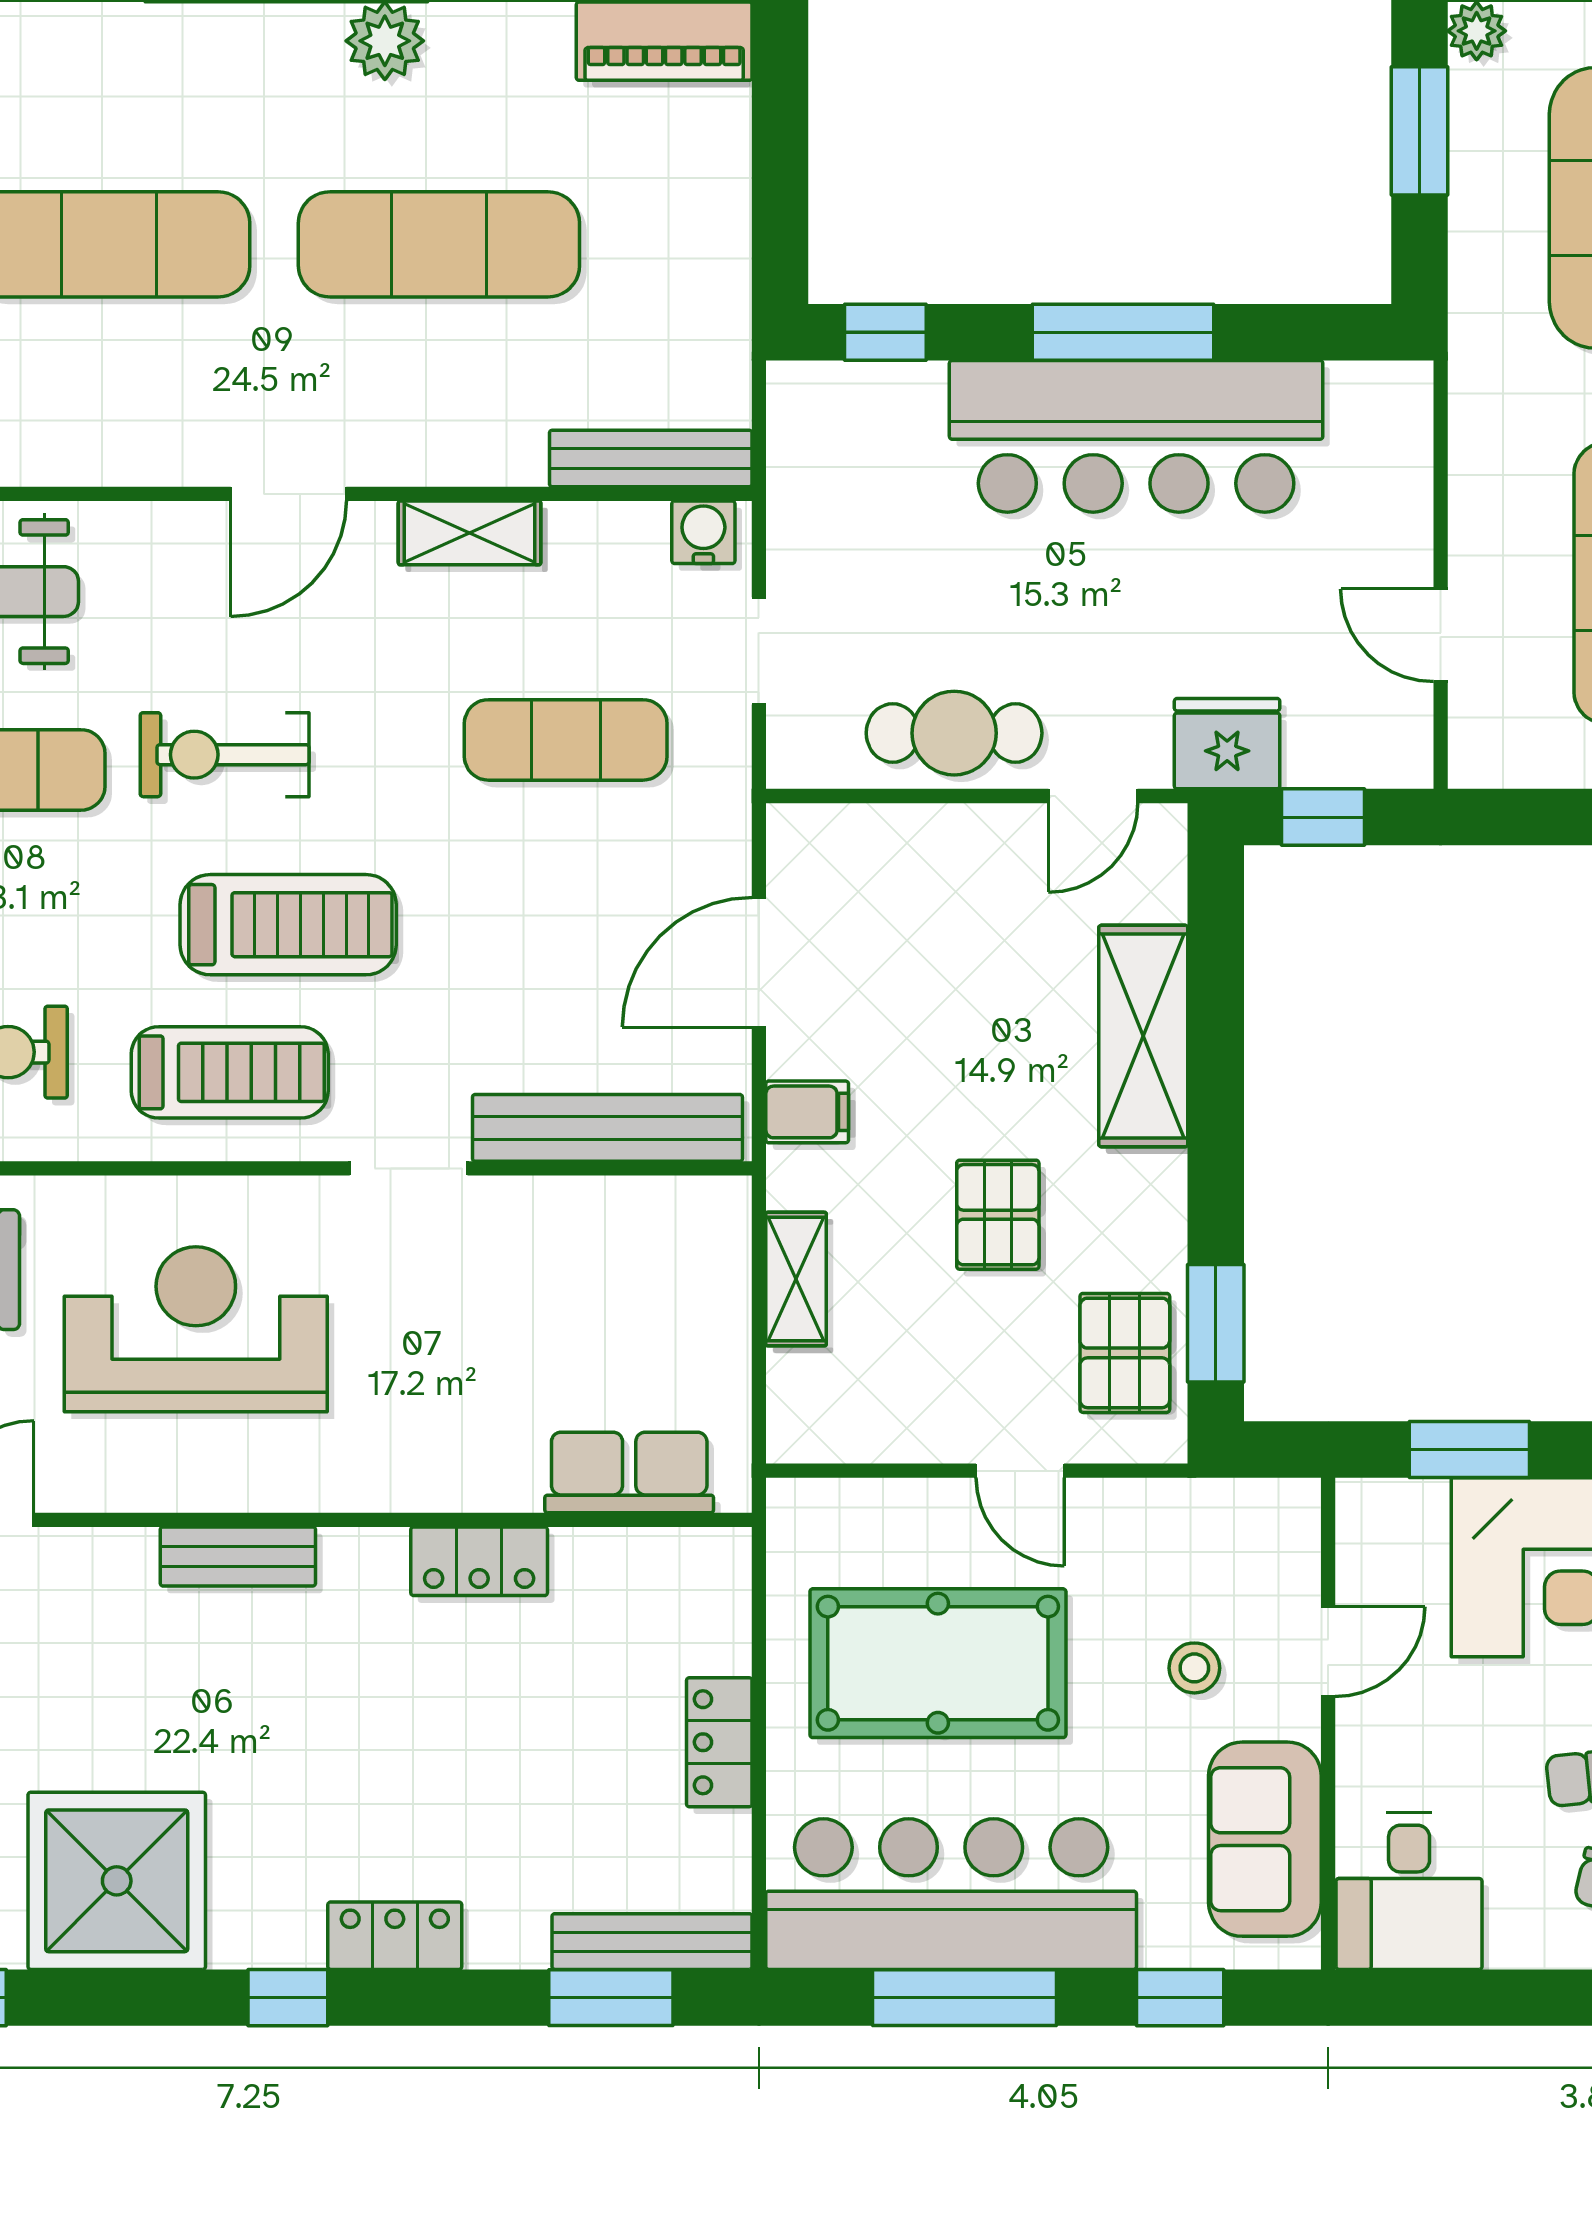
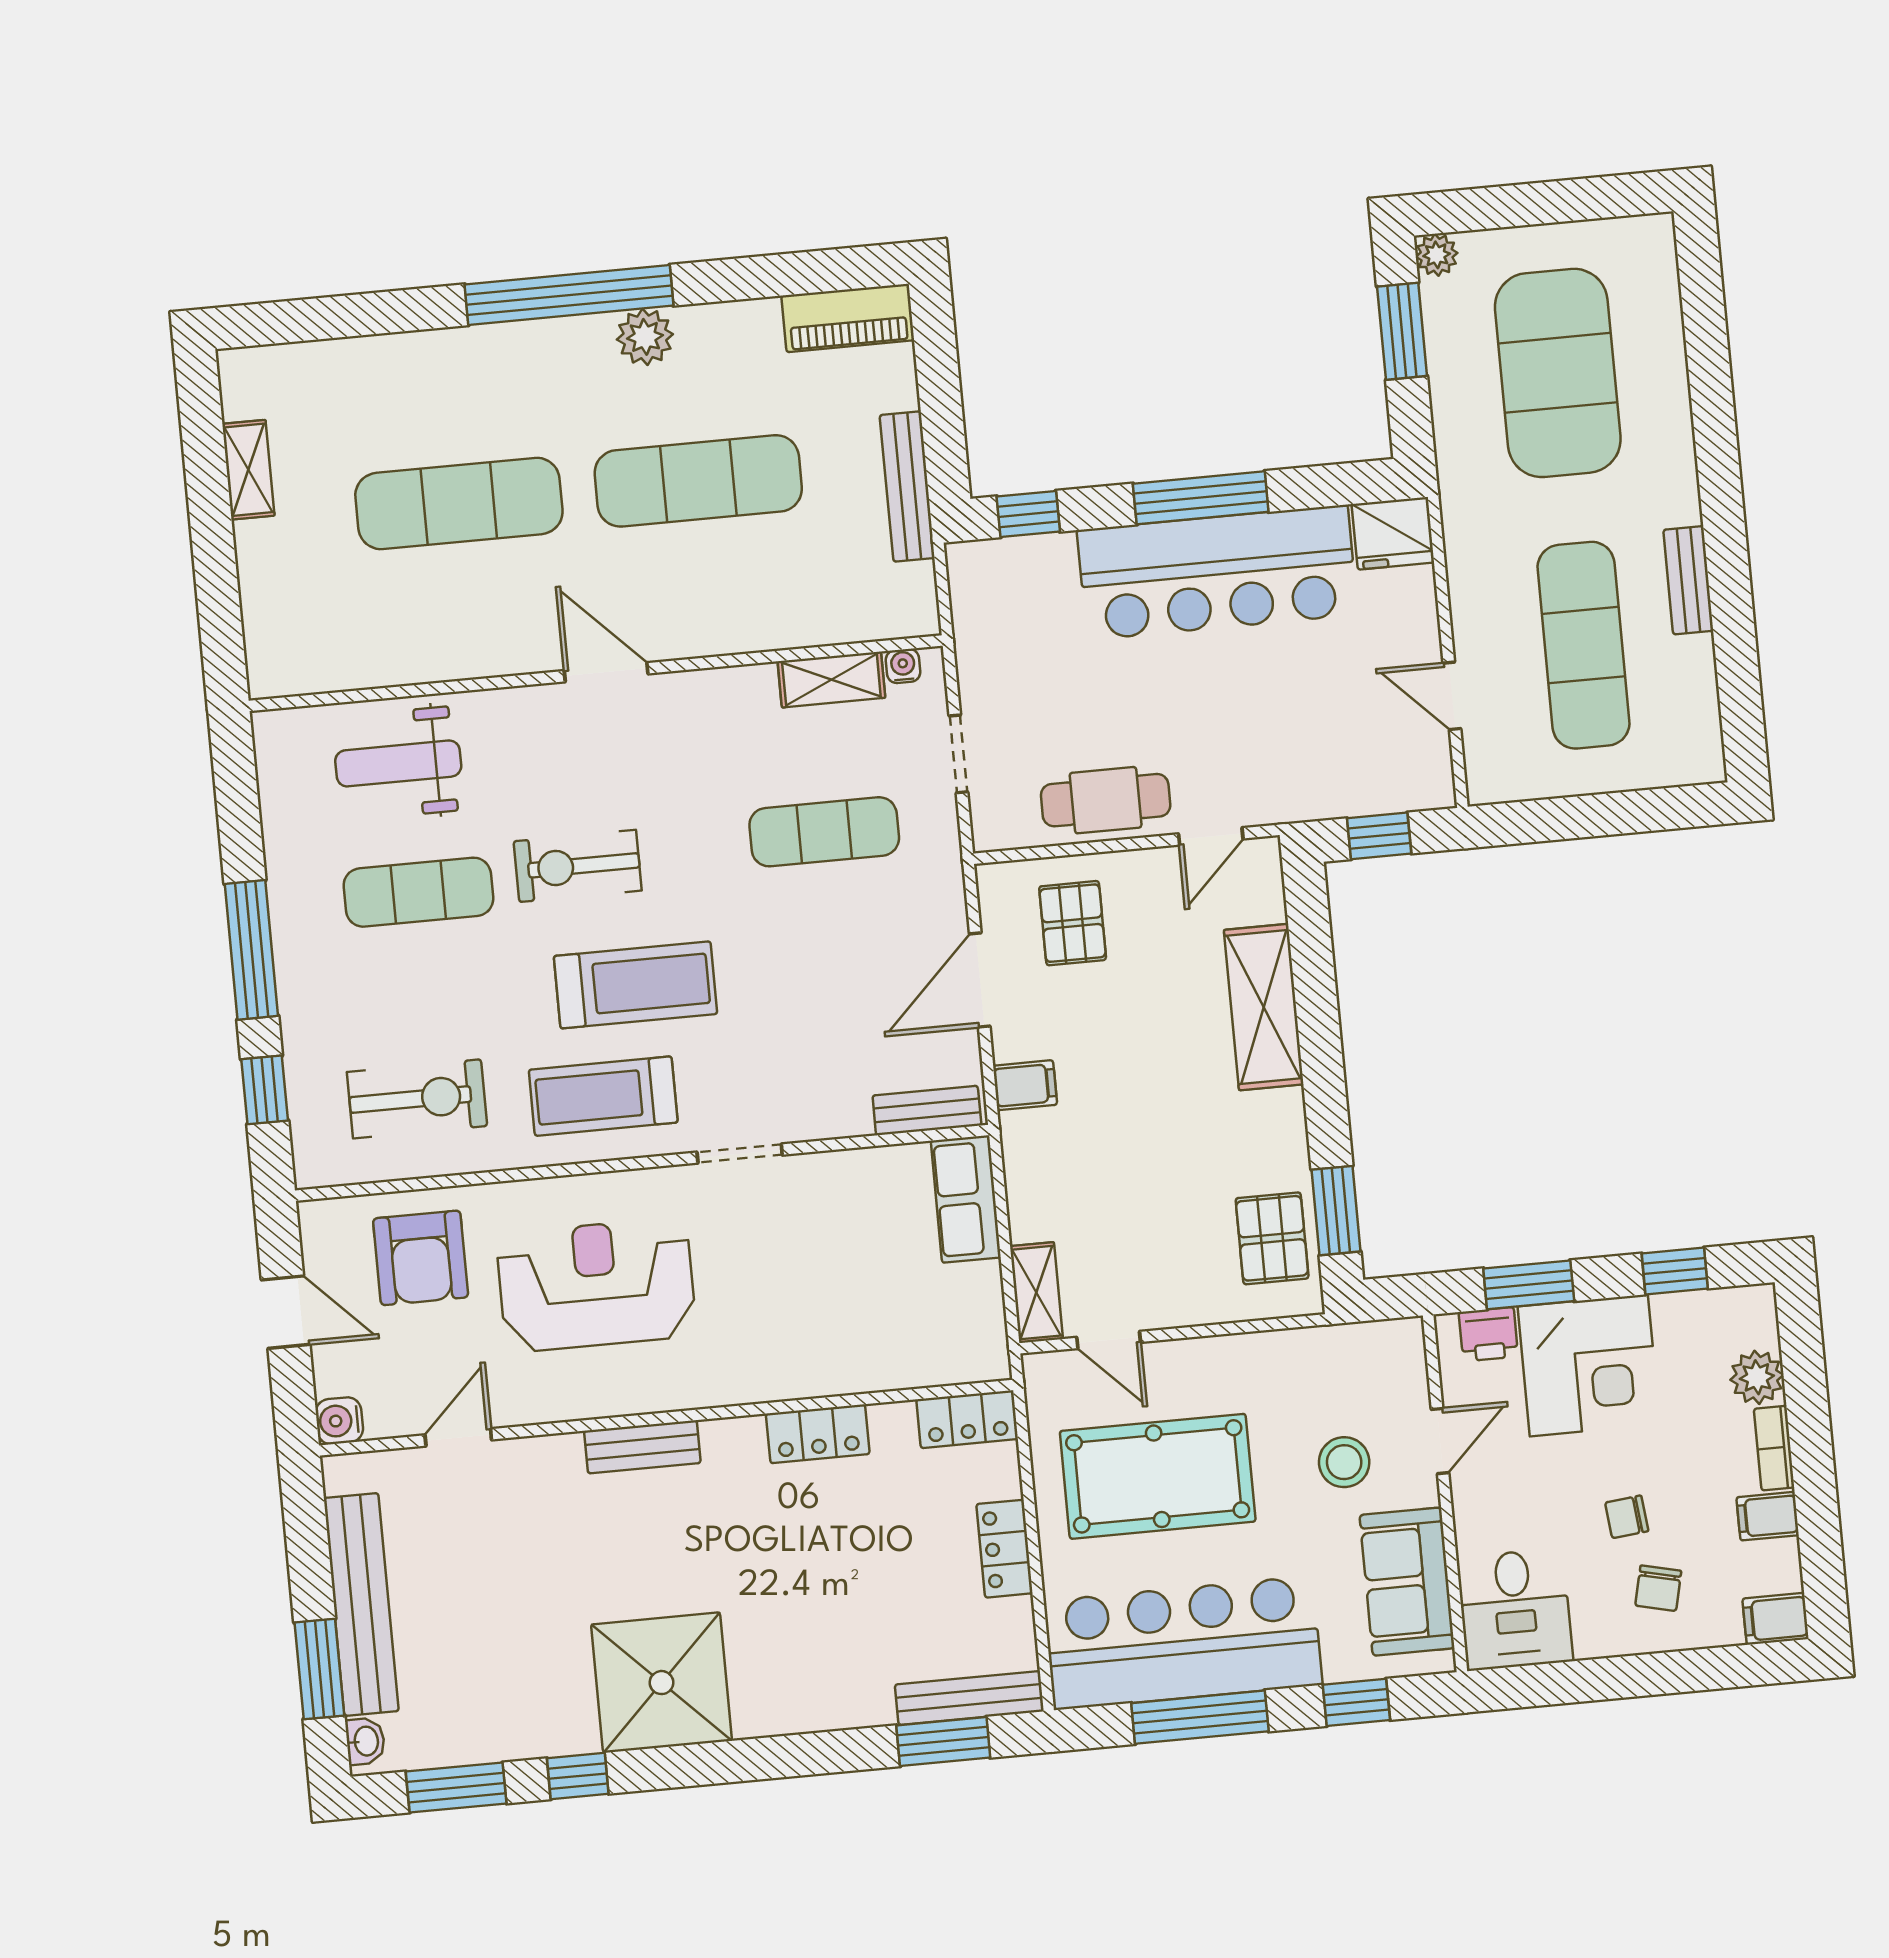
bench: (651, 458) -> (907, 486), moved, turned 90
door: (288, 494) -> (606, 672), swing flipped
water cooler: (703, 532) -> (903, 666), width x0.72, depth x0.72
shelving: (470, 533) -> (831, 680), moved
fridge: (1227, 744) -> (1393, 533), moved, turned 180
treadmill: (230, 1072) -> (603, 1096), turned 180
bench: (607, 1128) -> (927, 1110), width x0.54, depth x0.82
pallet: (998, 1215) -> (1073, 923), moved
shelving: (796, 1279) -> (1036, 1293), moved
door: (1020, 1471) -> (1109, 1340), moved
row of seats: (629, 1472) -> (966, 1199), moved, turned -90
printer: (1408, 1512) -> (1488, 1334), added
stool: (1194, 1668) -> (1344, 1462), width x1.37, depth x1.37
shower: (117, 1881) -> (662, 1683), moved
locker: (395, 1936) -> (967, 1419), moved, turned 180
window: (288, 1998) -> (578, 1776), moved

